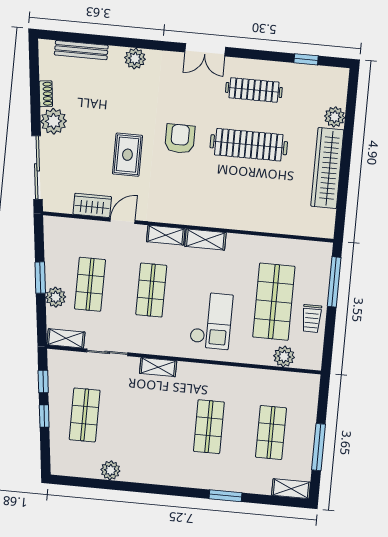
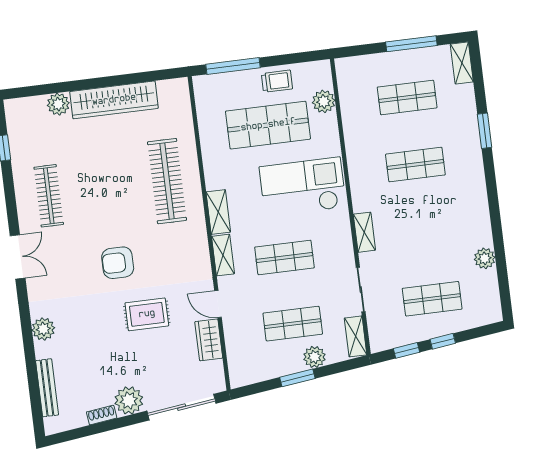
clothes rail: (249, 145) -> (167, 181), moved
checkout: (211, 321) -> (303, 187), width x1.36, depth x1.21

